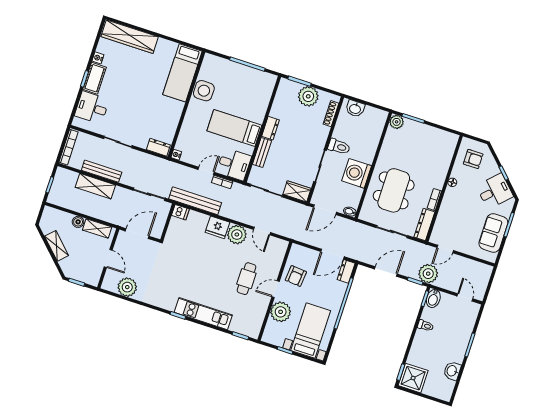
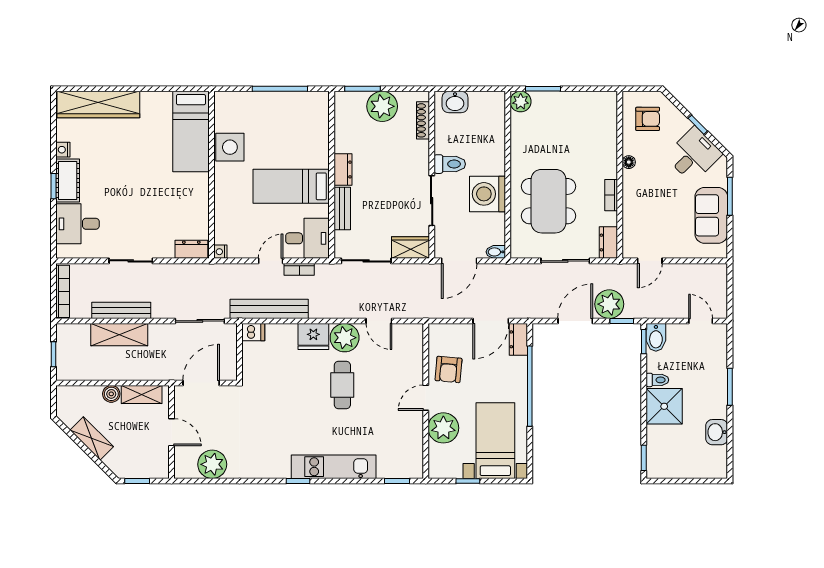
dresser: (424, 224) -> (608, 243), width x0.70
plant: (428, 274) -> (609, 304), moved
cafe table: (246, 279) -> (342, 385), moved
shower: (413, 378) -> (664, 406), moved

